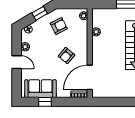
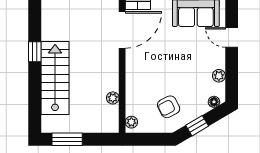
armchair: (67, 56) -> (157, 63), removed
door: (17, 62) -> (232, 37), moved

